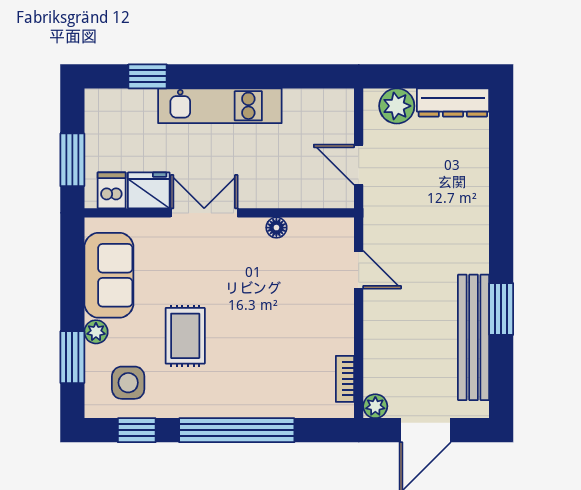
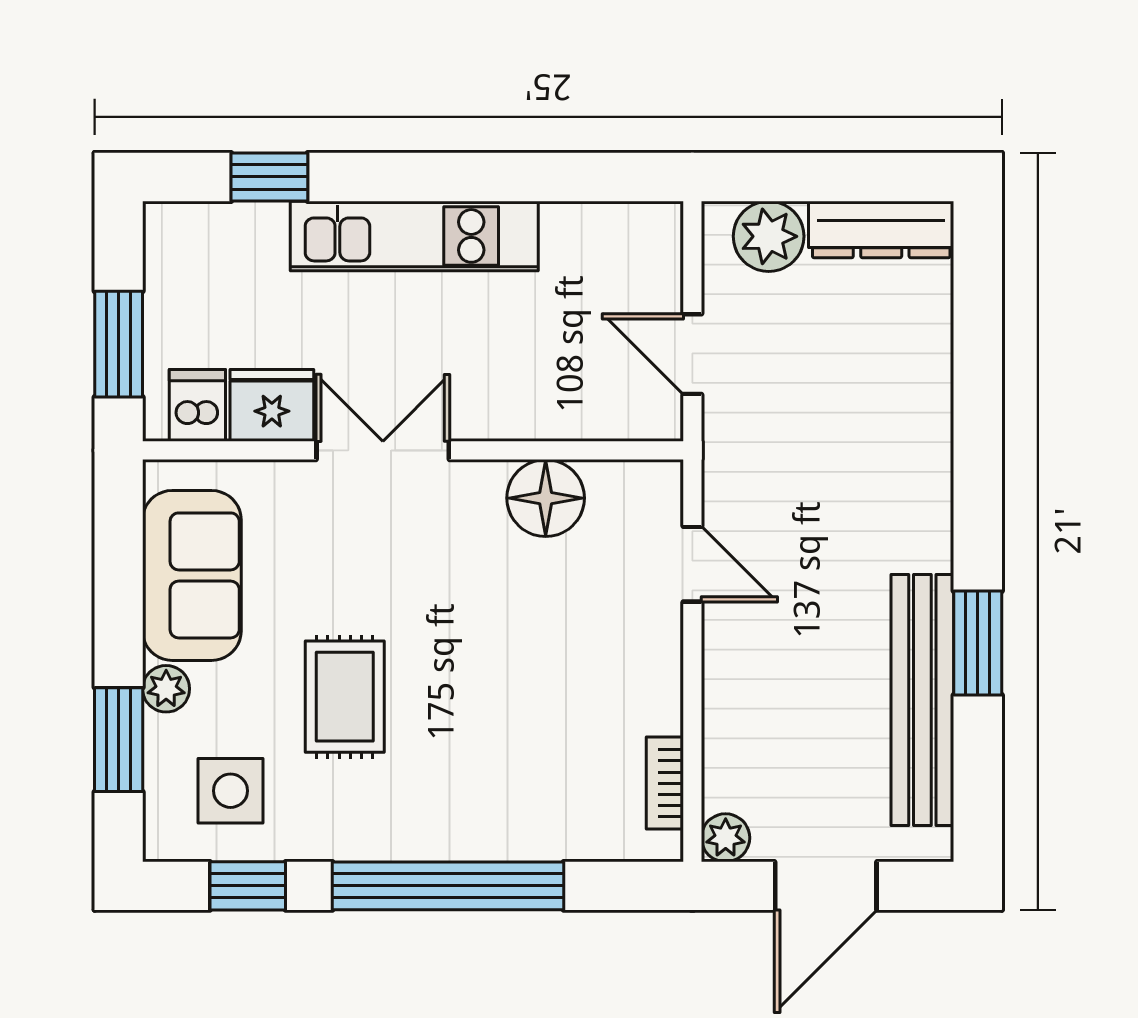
floor lamp: (276, 228) -> (546, 498), width x1.89, depth x1.89

